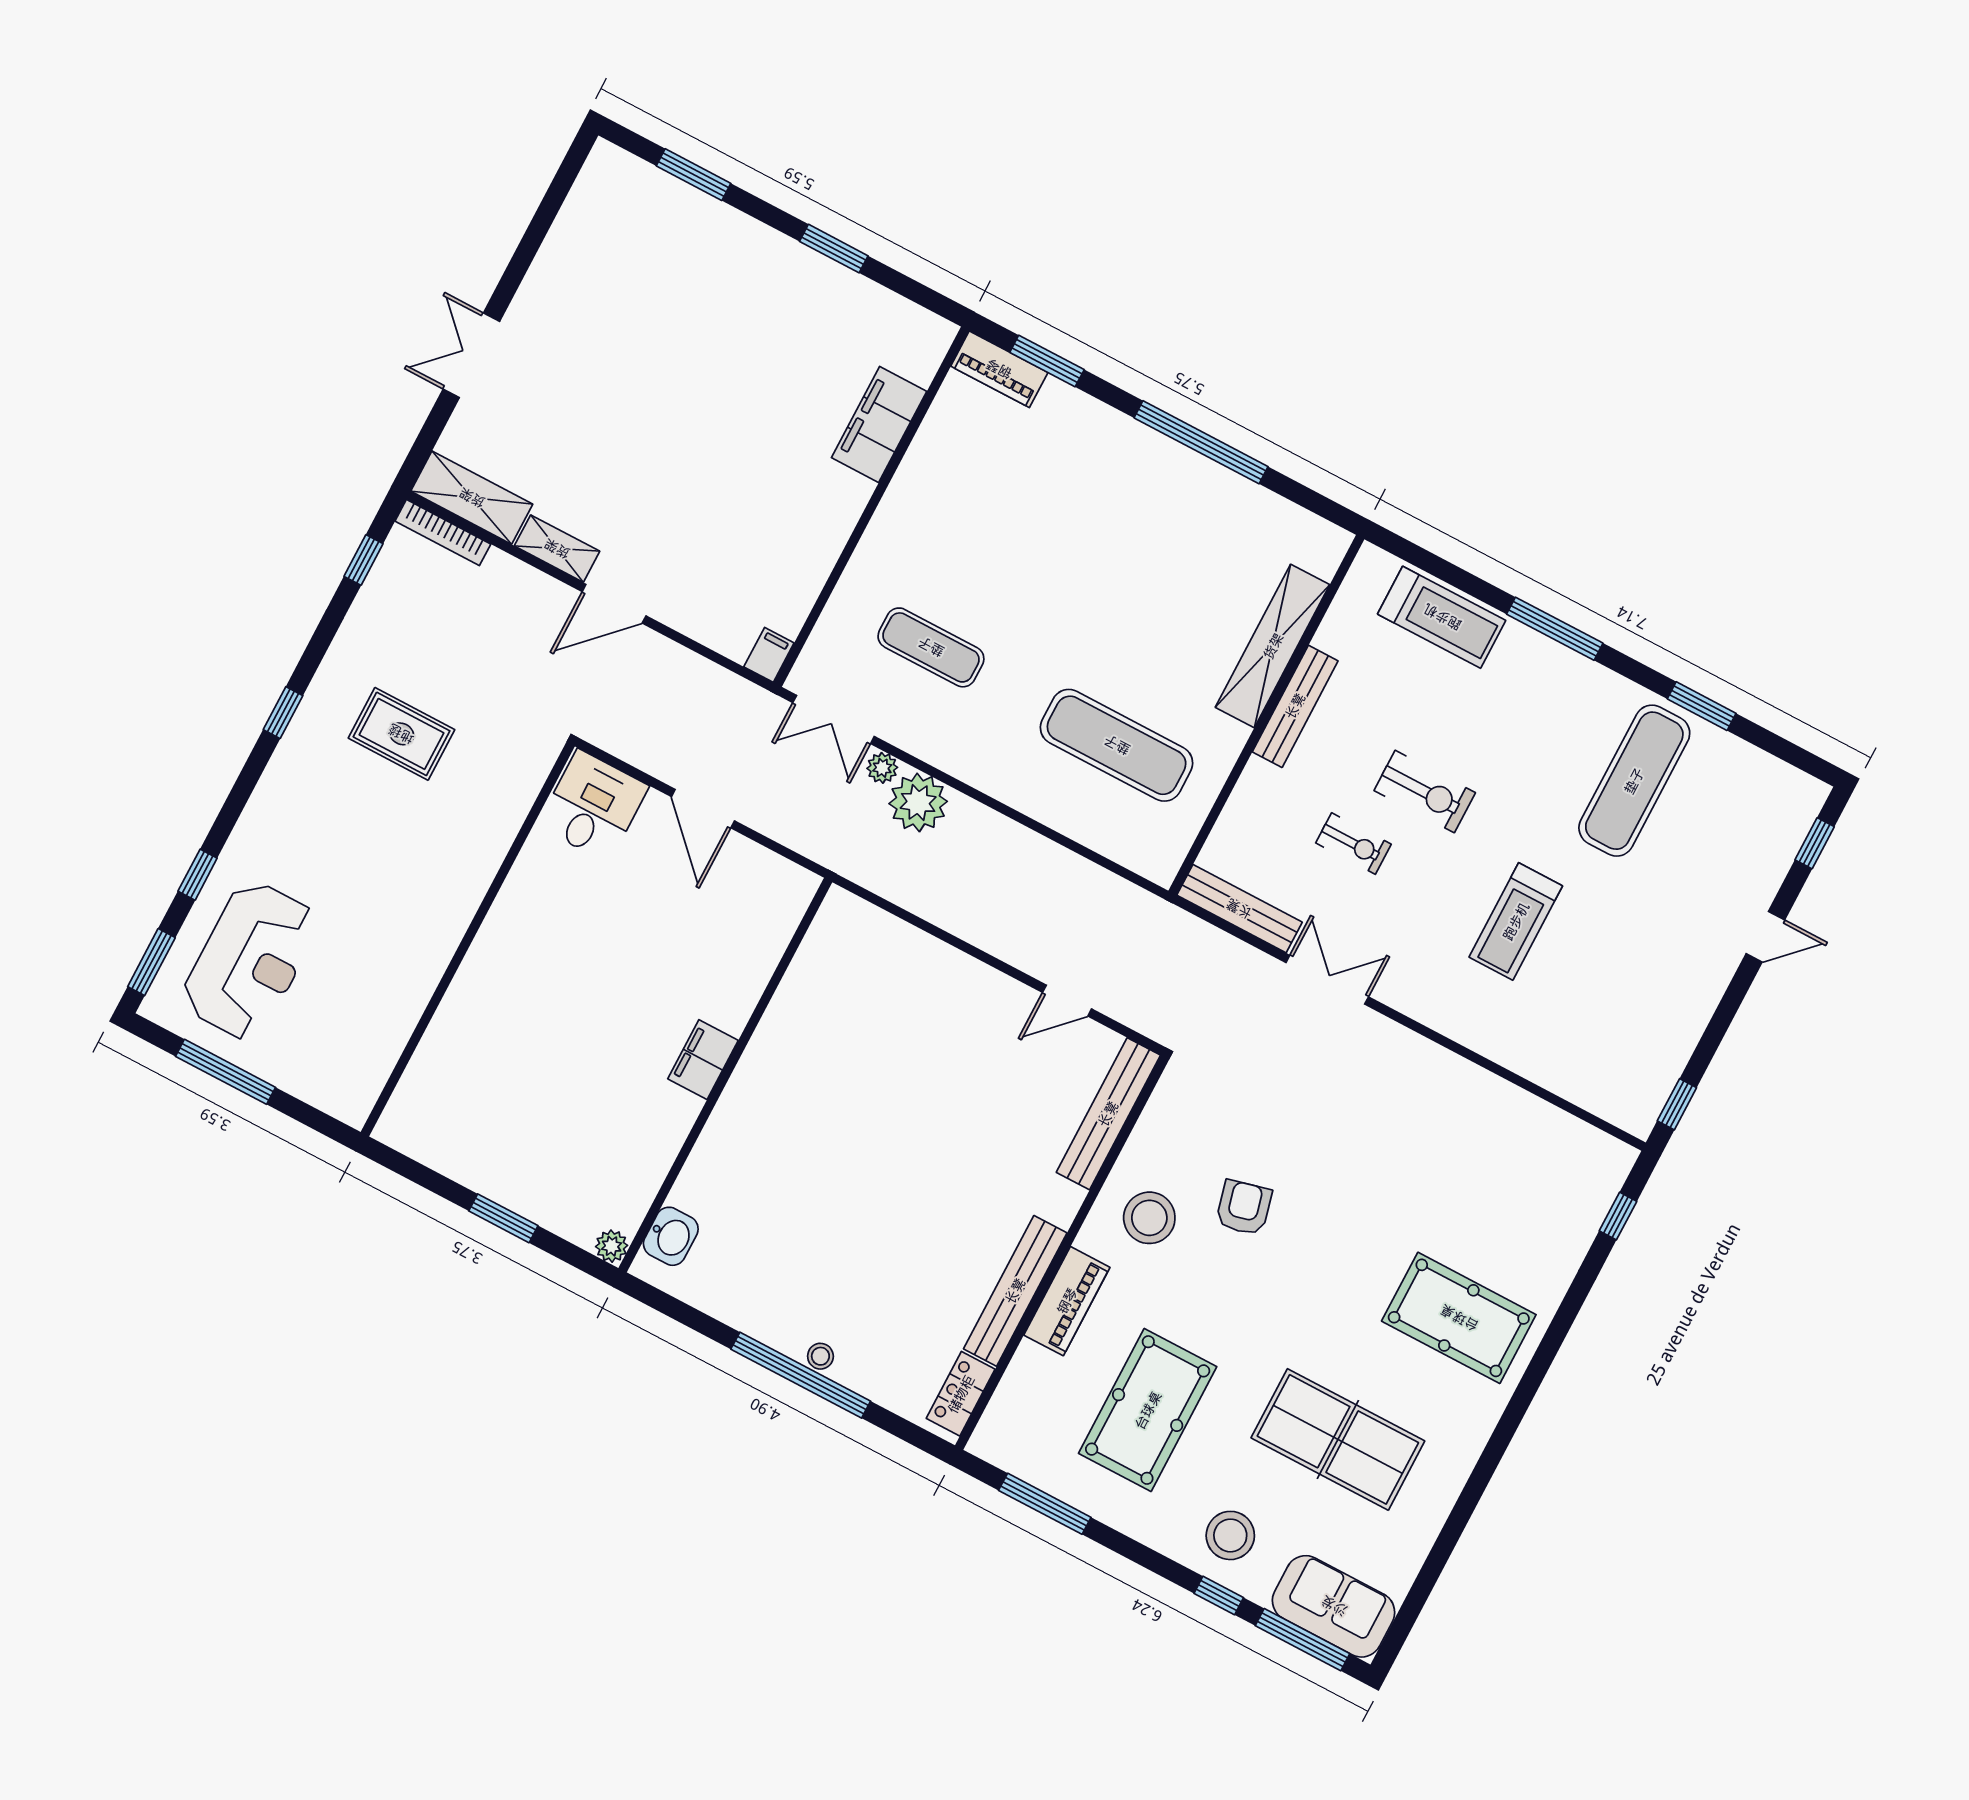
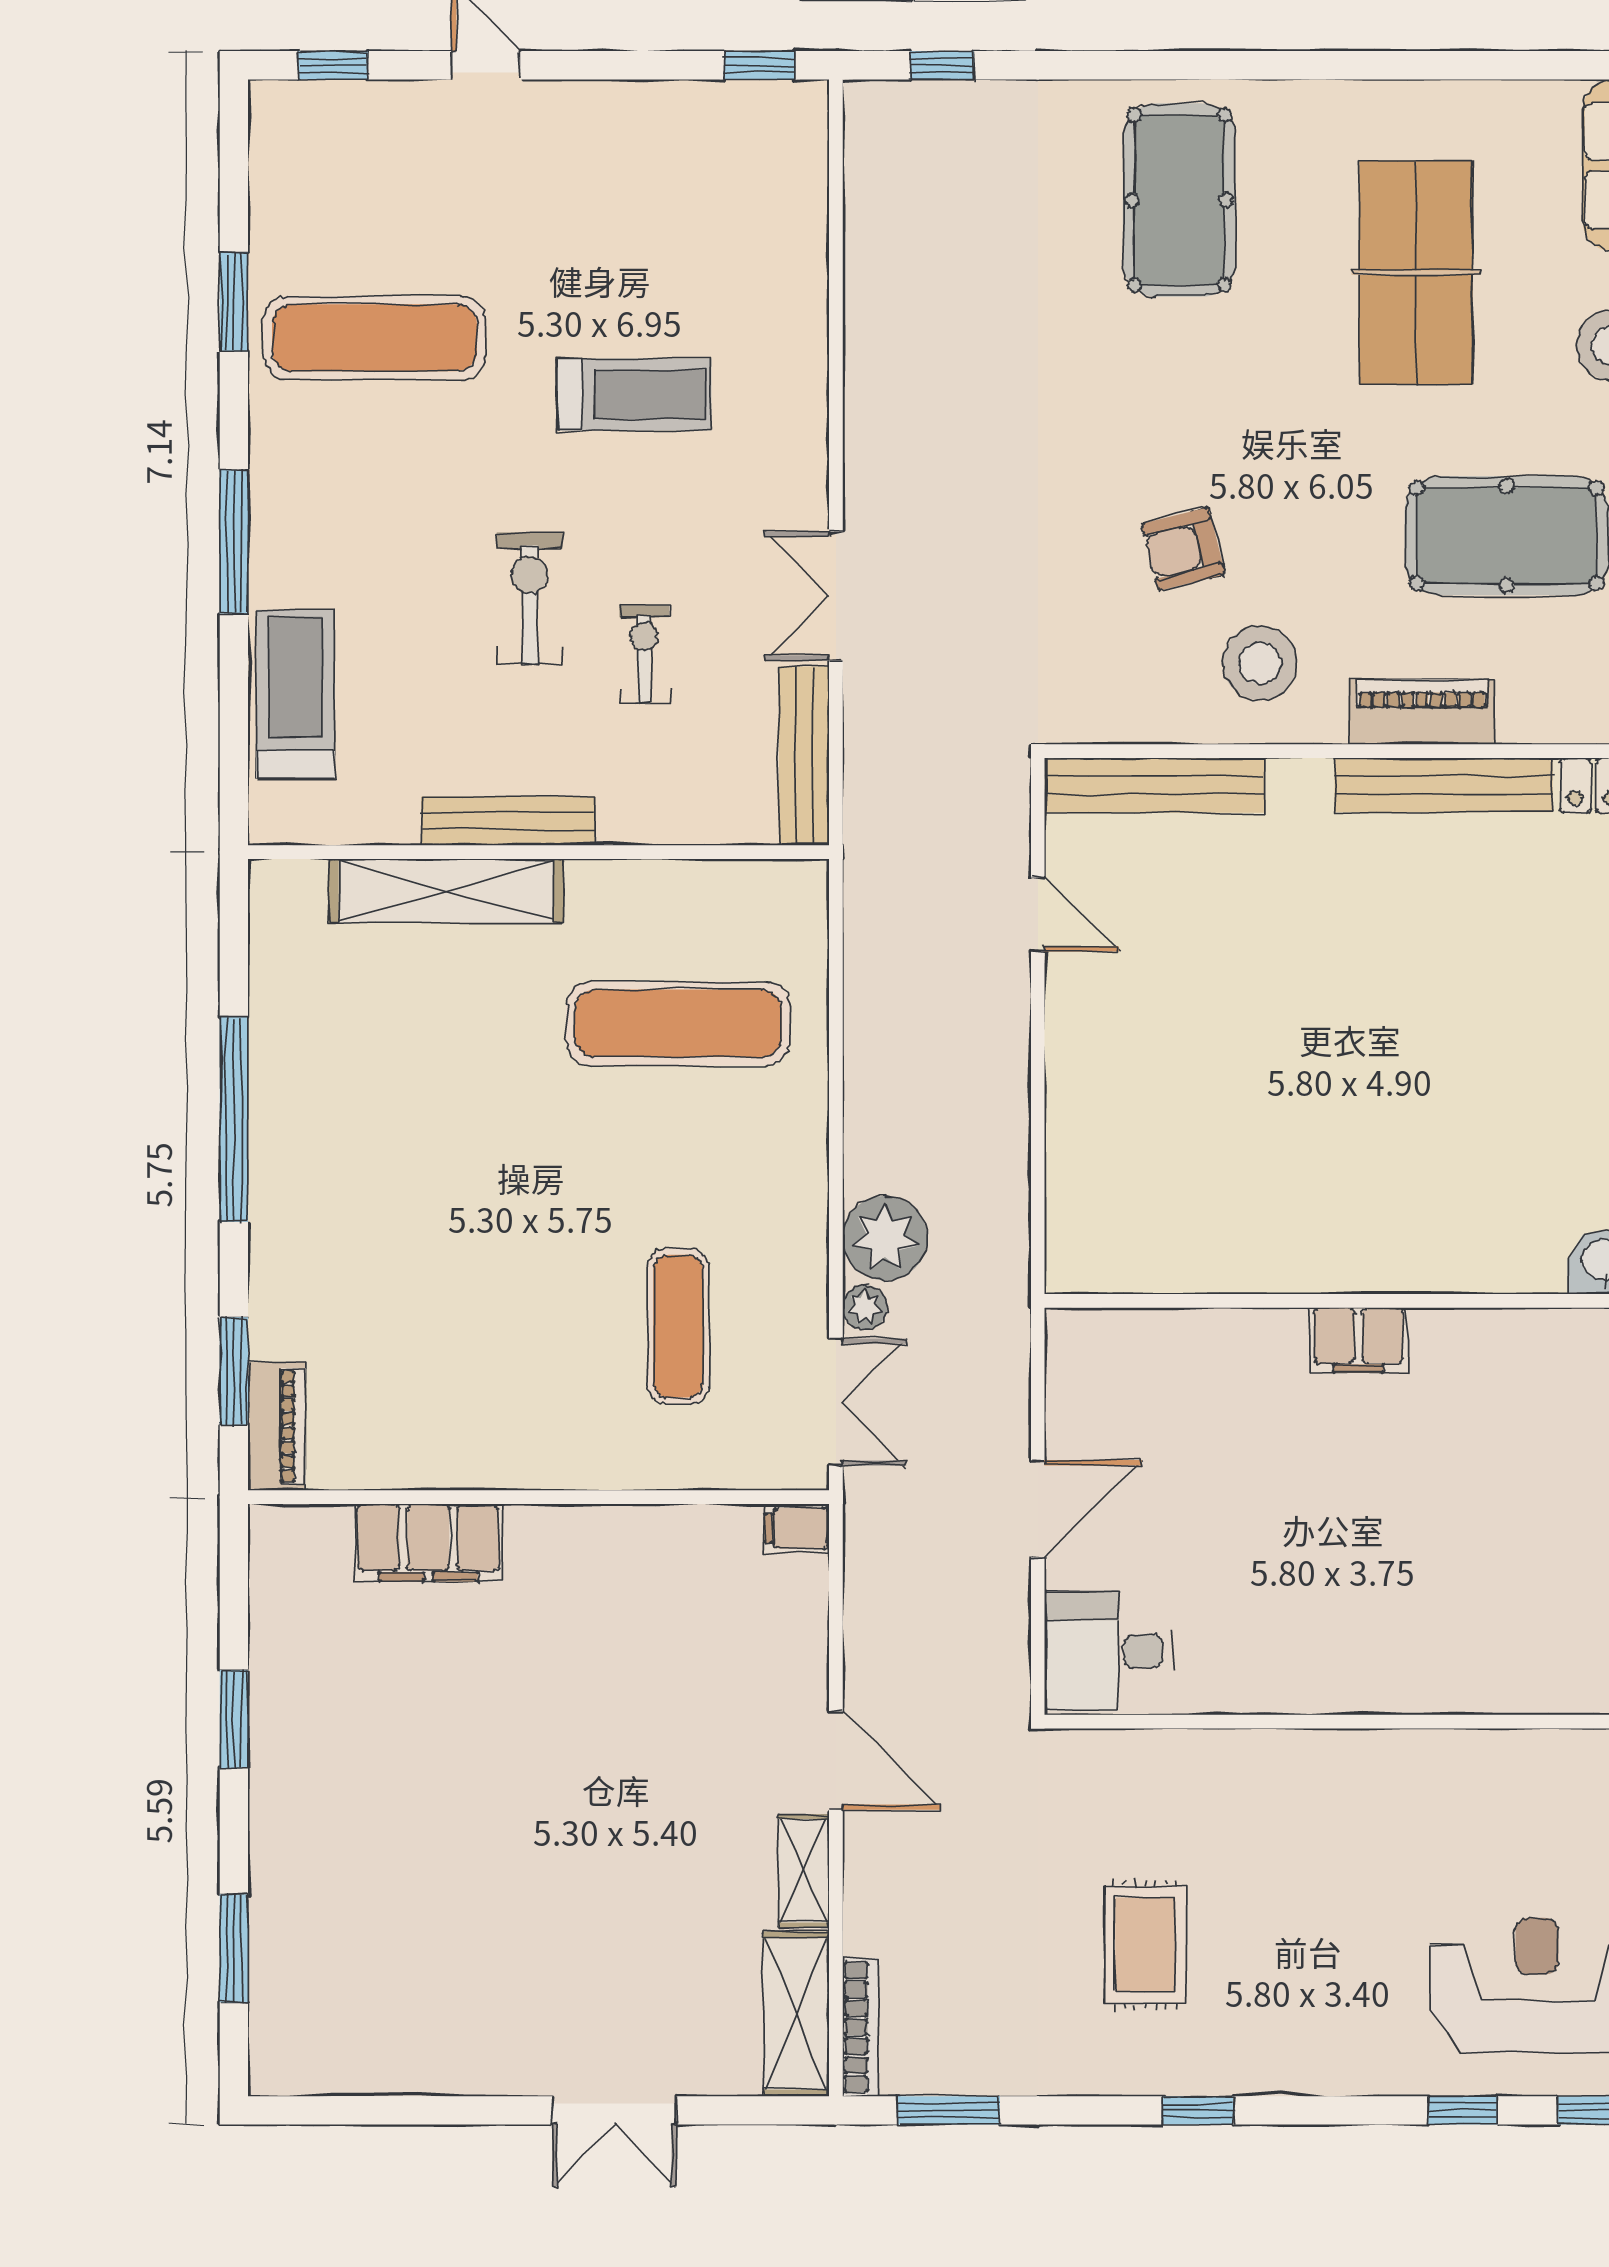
window: (363, 560) -> (949, 2110), width x1.50
exercise mat: (1117, 745) -> (678, 1023), turned 90

